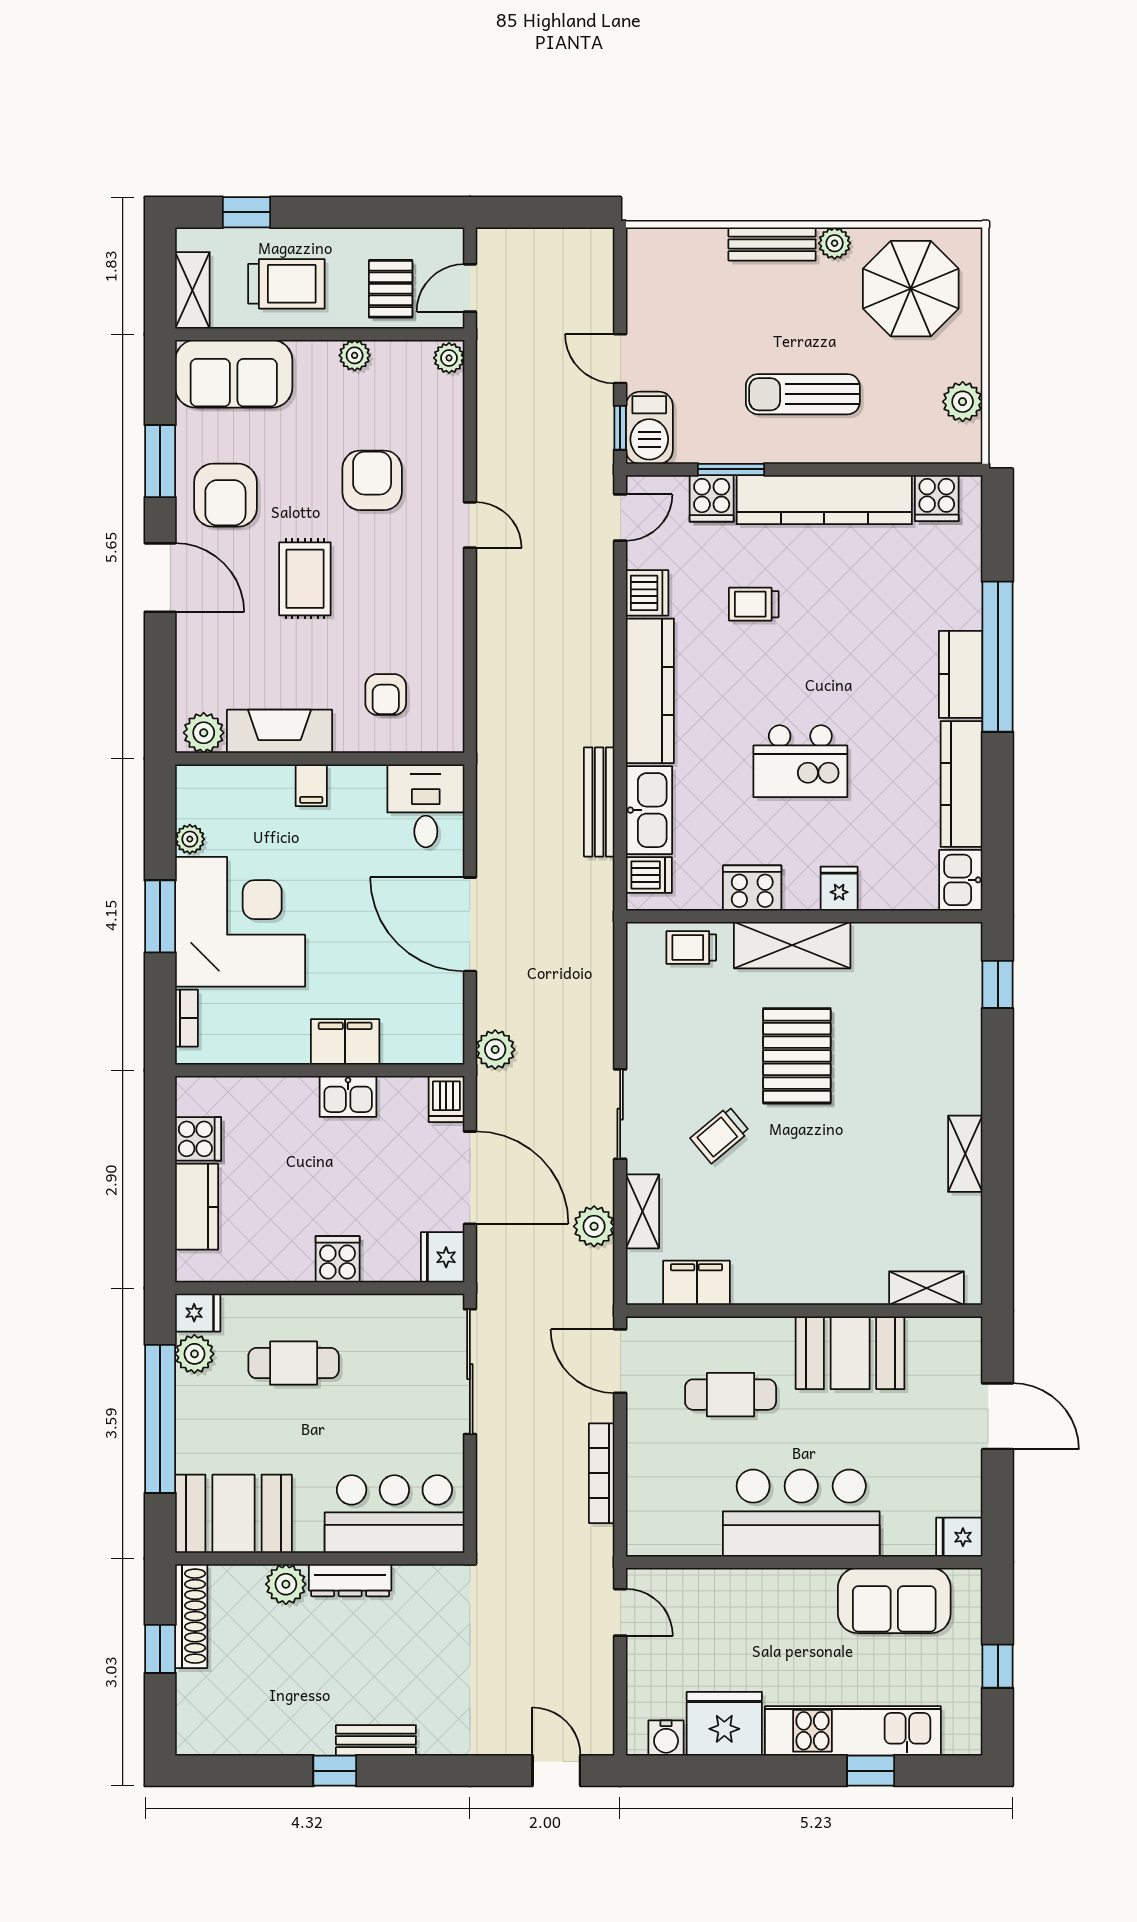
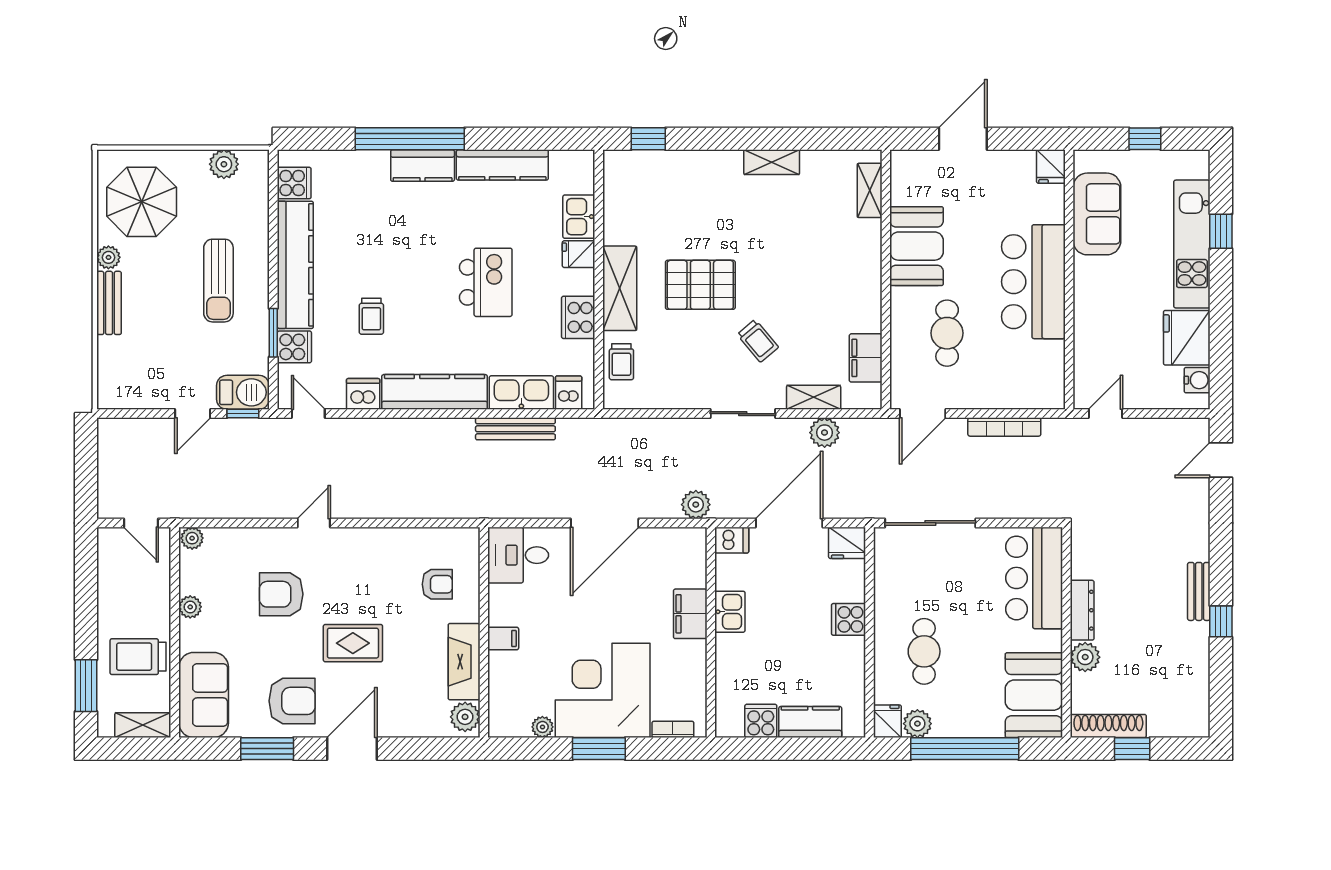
window: (247, 212) -> (86, 686), width x1.50
trolley: (286, 284) -> (138, 657), turned -90
pallet: (391, 289) -> (142, 581), removed
kitchen sink: (961, 880) -> (579, 217), moved, turned 90

